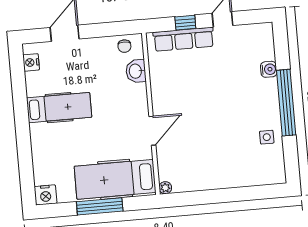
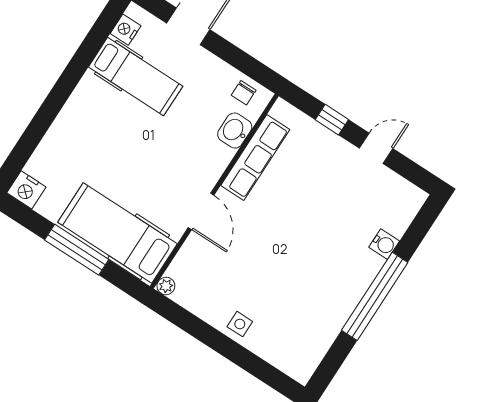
row of seats: (184, 39) -> (255, 157), moved, turned -90
hospital bed: (59, 108) -> (136, 77), moved
door: (152, 131) -> (201, 211), hinge flipped
side table: (267, 137) -> (240, 324), moved

